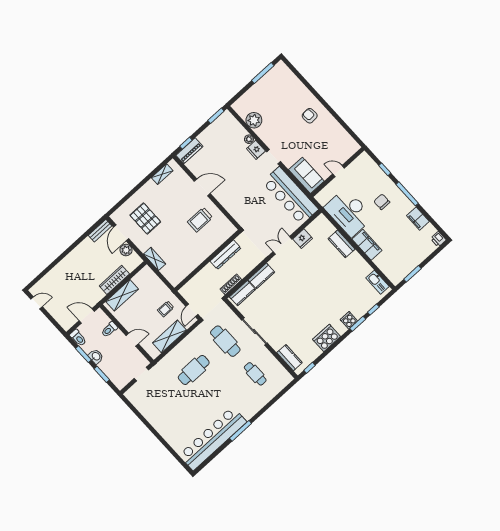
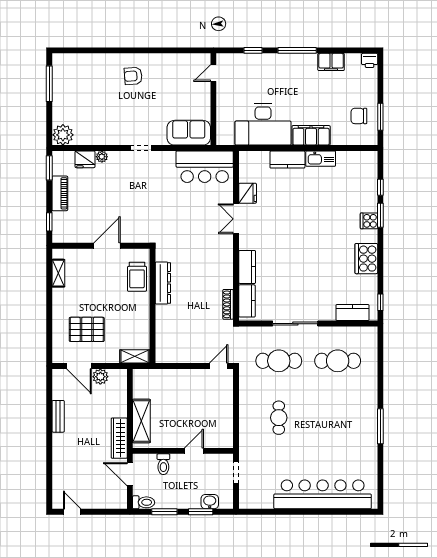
plant: (254, 120) -> (63, 135), moved
fridge: (256, 150) -> (85, 159), moved
piano: (189, 151) -> (60, 193), moved
door: (339, 171) -> (213, 73), moved
bar counter: (290, 196) -> (205, 167), width x0.73
chair: (382, 202) -> (359, 116), moved
bench: (100, 231) -> (58, 416), moved
dresser: (226, 255) -> (163, 283), moved
wall: (208, 260) -> (153, 306), moved
wardrobe: (114, 280) -> (119, 438), moved
kitchen sink: (377, 282) -> (321, 159), moved
door: (37, 303) -> (72, 512), hinge flipped
trolley: (166, 309) -> (194, 391), removed
door: (192, 310) -> (219, 366), swing flipped
door: (87, 316) -> (130, 474), hinge flipped
shelving: (169, 336) -> (224, 411), removed
washbasin: (96, 356) -> (210, 502), moved
cafe table: (194, 370) -> (279, 418), width x0.73, depth x0.74
cafe table: (255, 374) -> (338, 361), width x1.37, depth x1.35
bar counter: (213, 438) -> (323, 494), moved, turned 90

